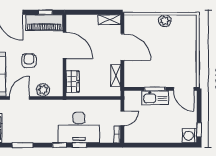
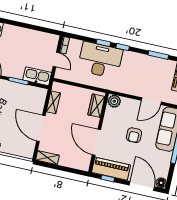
plant: (43, 90) -> (114, 101), moved
kitchen sink: (155, 98) -> (37, 76), moved
door: (122, 118) -> (56, 59), swing flipped

